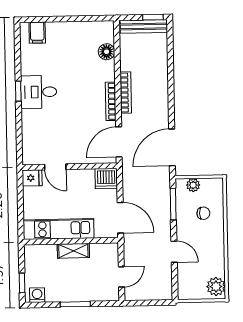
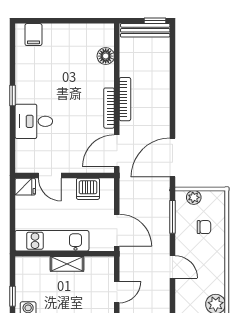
desk: (39, 92) -> (34, 121), moved
dishwasher: (106, 179) -> (88, 189), moved

